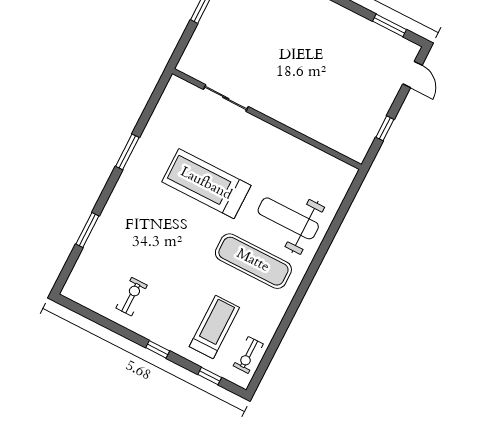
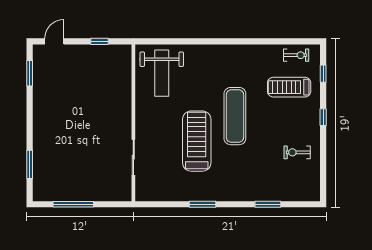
treadmill: (206, 184) -> (197, 141), turned 180
weight bench: (288, 218) -> (162, 73), moved
exercise mat: (253, 261) -> (235, 116), moved

